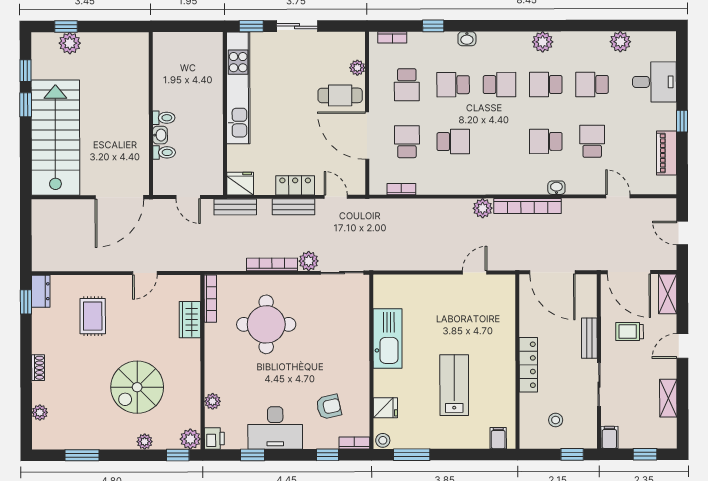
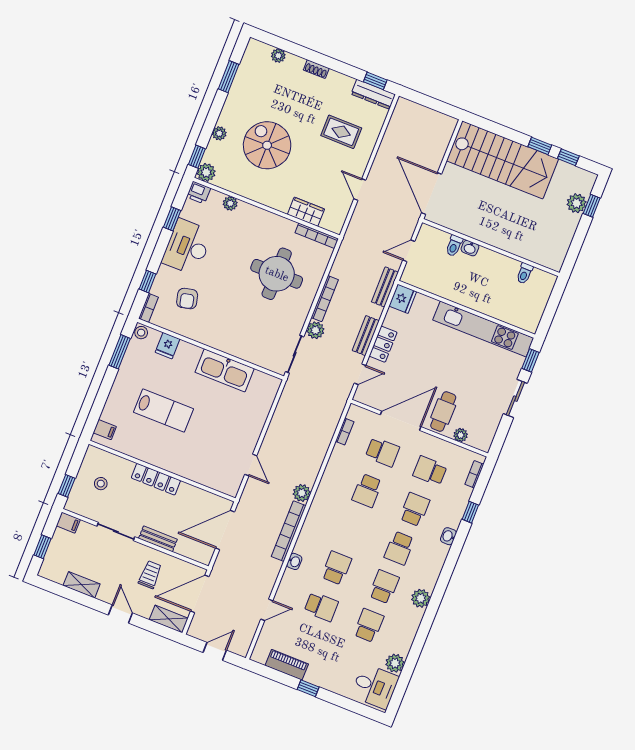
desk: (654, 82) -> (375, 686), moved, turned -90
toilet: (164, 118) -> (524, 273), moved
dresser: (41, 291) -> (373, 94), width x1.44

